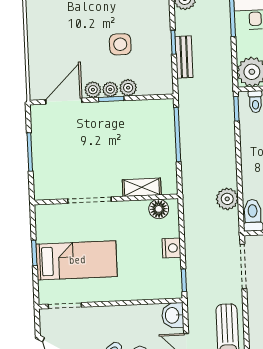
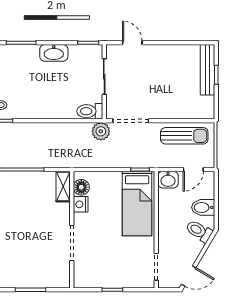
shelving: (142, 187) -> (63, 186), moved
plant: (227, 199) -> (101, 131), moved
nightstand: (171, 248) -> (81, 204), moved, turned -90
bed: (77, 260) -> (137, 203), moved, turned 180

